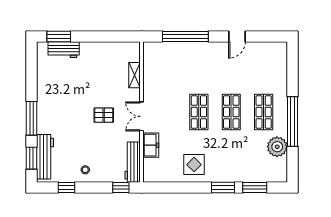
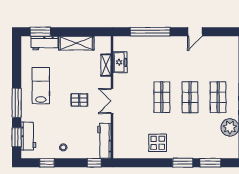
shelving: (100, 50) -> (76, 43), added
lab bench: (59, 99) -> (41, 86), added
freezer: (151, 145) -> (120, 62), moved
workbench: (45, 157) -> (28, 136), width x0.73

